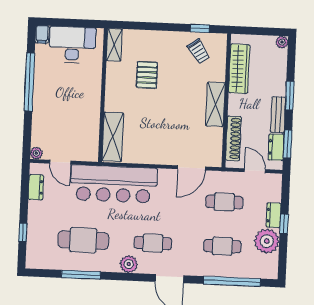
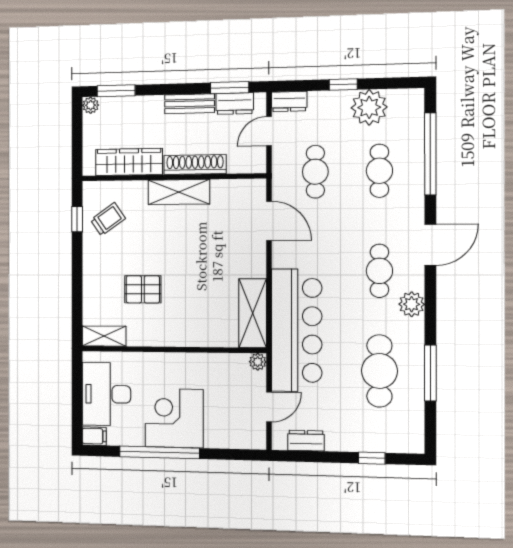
corner desk: (54, 94) -> (174, 418), added
window: (290, 96) -> (116, 91), moved
shelving: (113, 137) -> (253, 313), moved, turned 90
shoe rack: (233, 138) -> (195, 164), moved
plant: (36, 153) -> (258, 362), moved
dresser: (274, 215) -> (289, 101), moved

